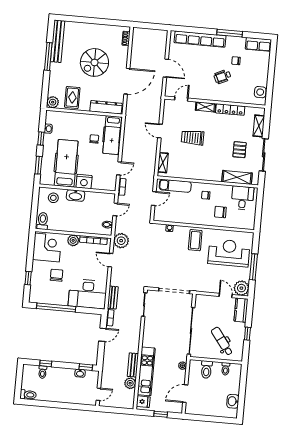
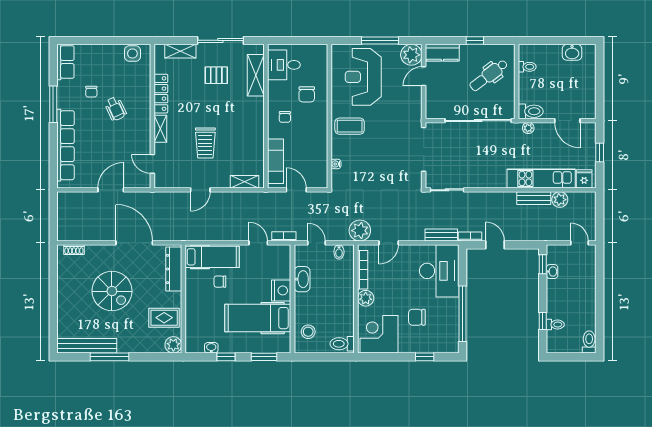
washbasin: (75, 196) -> (302, 279), moved
toilet: (206, 370) -> (531, 111), moved

